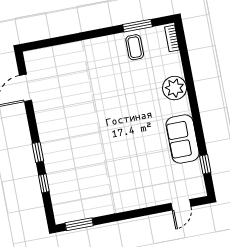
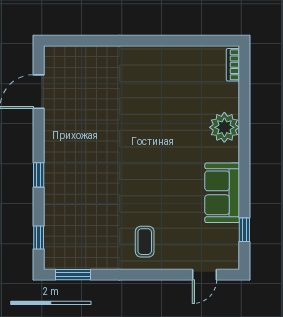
window: (138, 26) -> (193, 41), removed
coffee table: (135, 47) -> (145, 242), moved
window: (44, 183) -> (39, 238), moved

